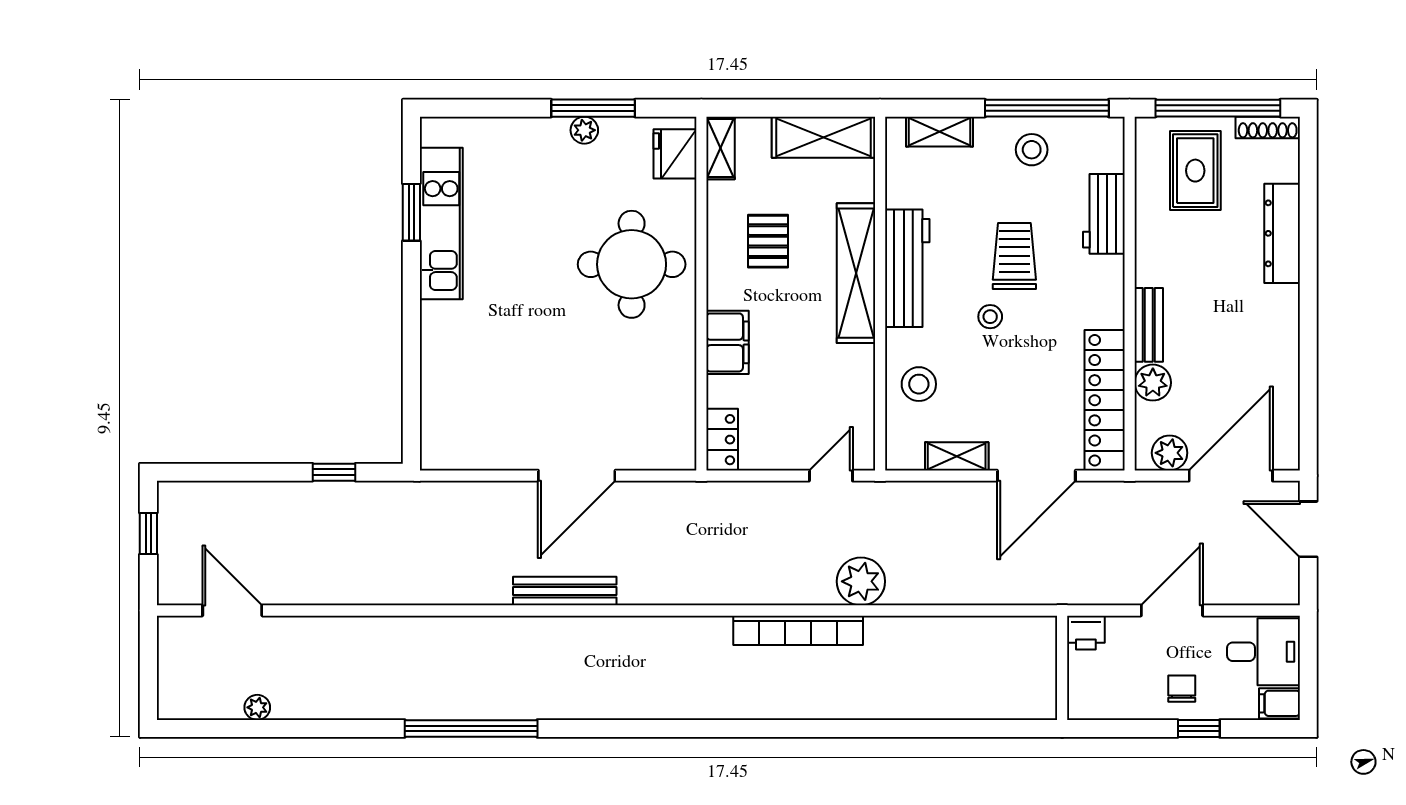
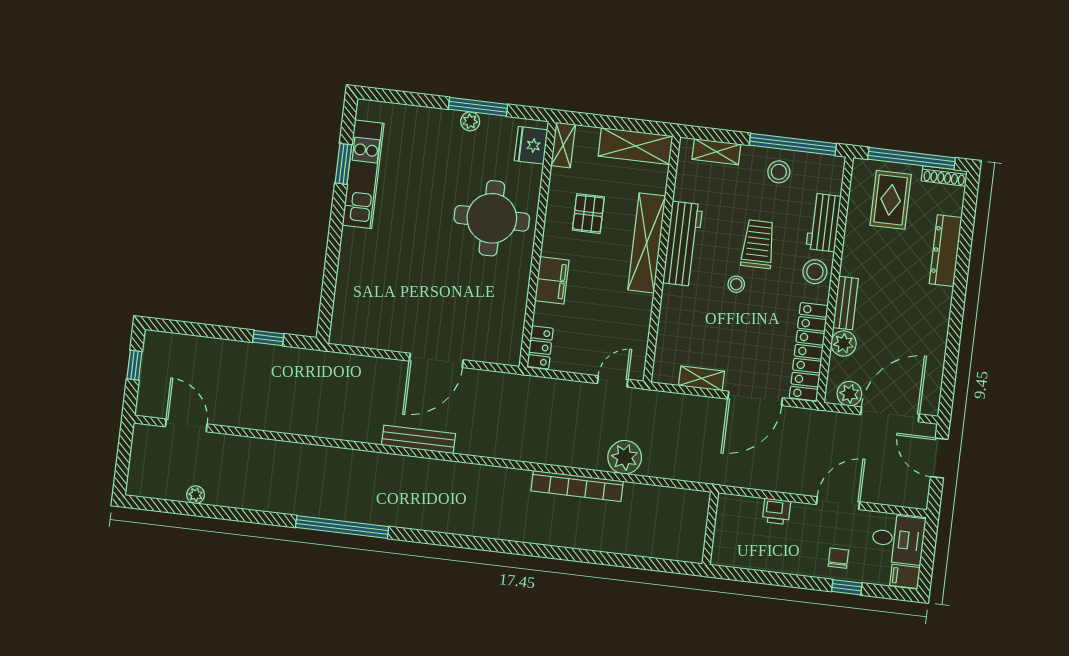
stool: (919, 384) -> (815, 272), moved
wall: (1062, 668) -> (710, 528), moved

